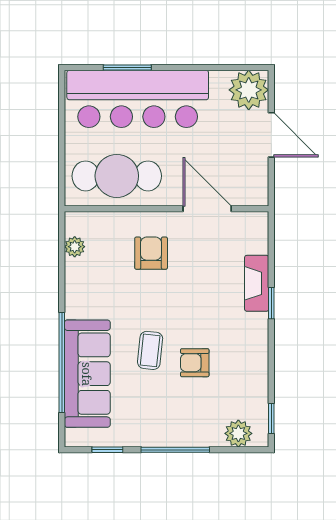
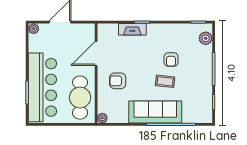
plant: (249, 90) -> (34, 29), width x0.53, depth x0.53
plant: (75, 247) -> (102, 118), moved
sofa: (87, 374) -> (155, 112), moved

